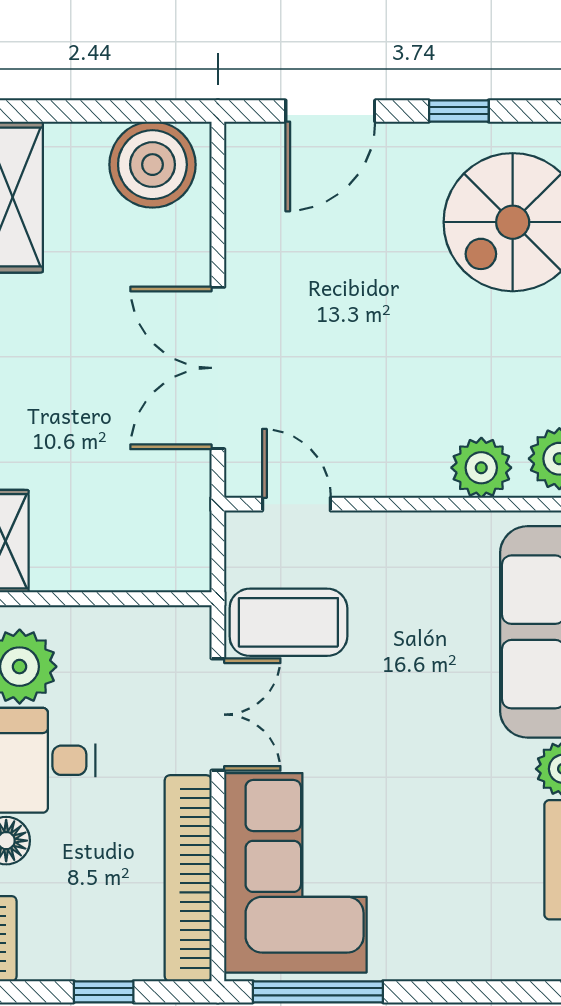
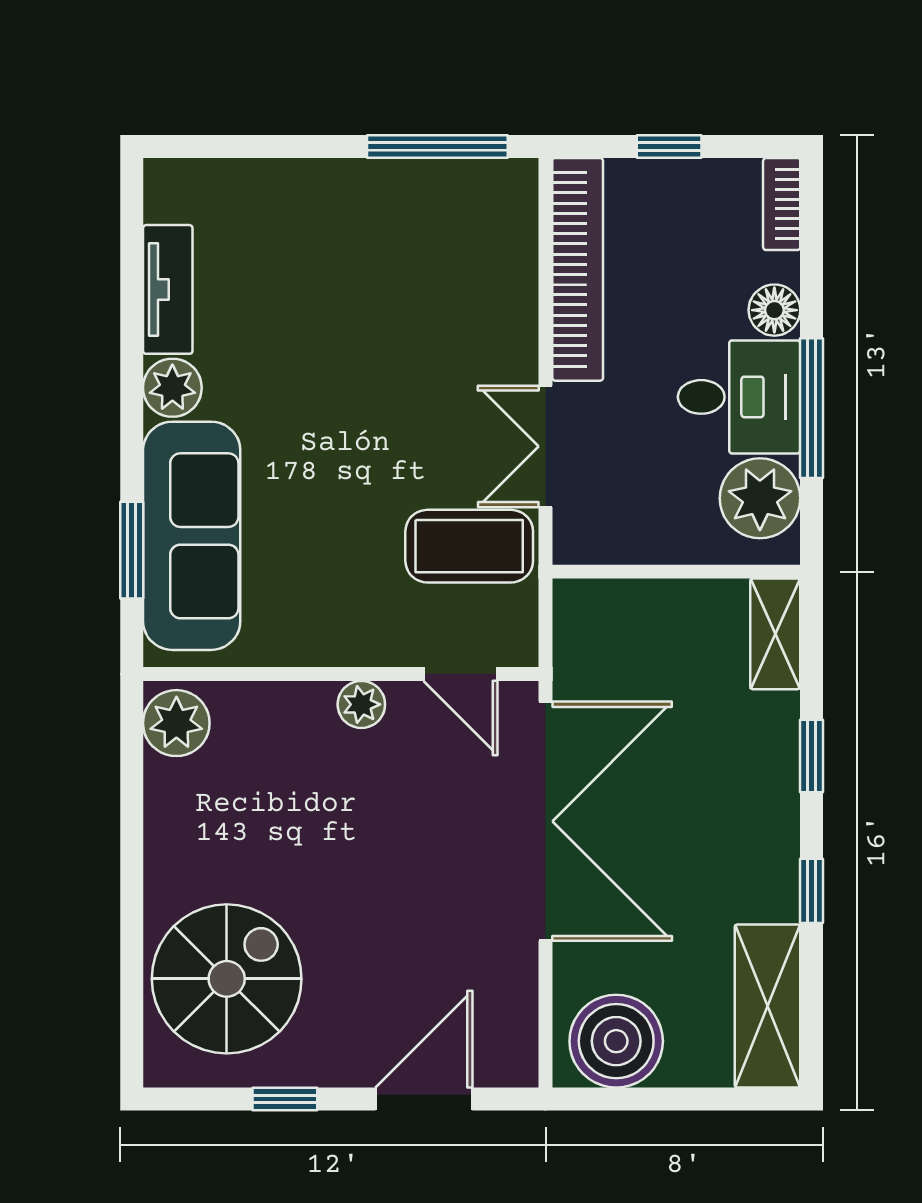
double door: (218, 368) -> (546, 821), width x1.36
plant: (481, 468) -> (361, 704), moved, width x0.73, depth x0.73
corner sofa: (295, 873) -> (462, 275), removed

